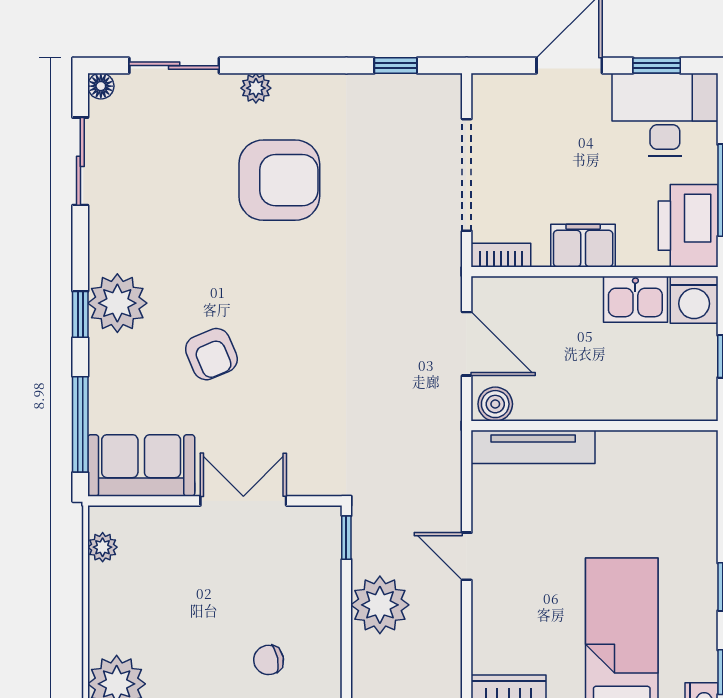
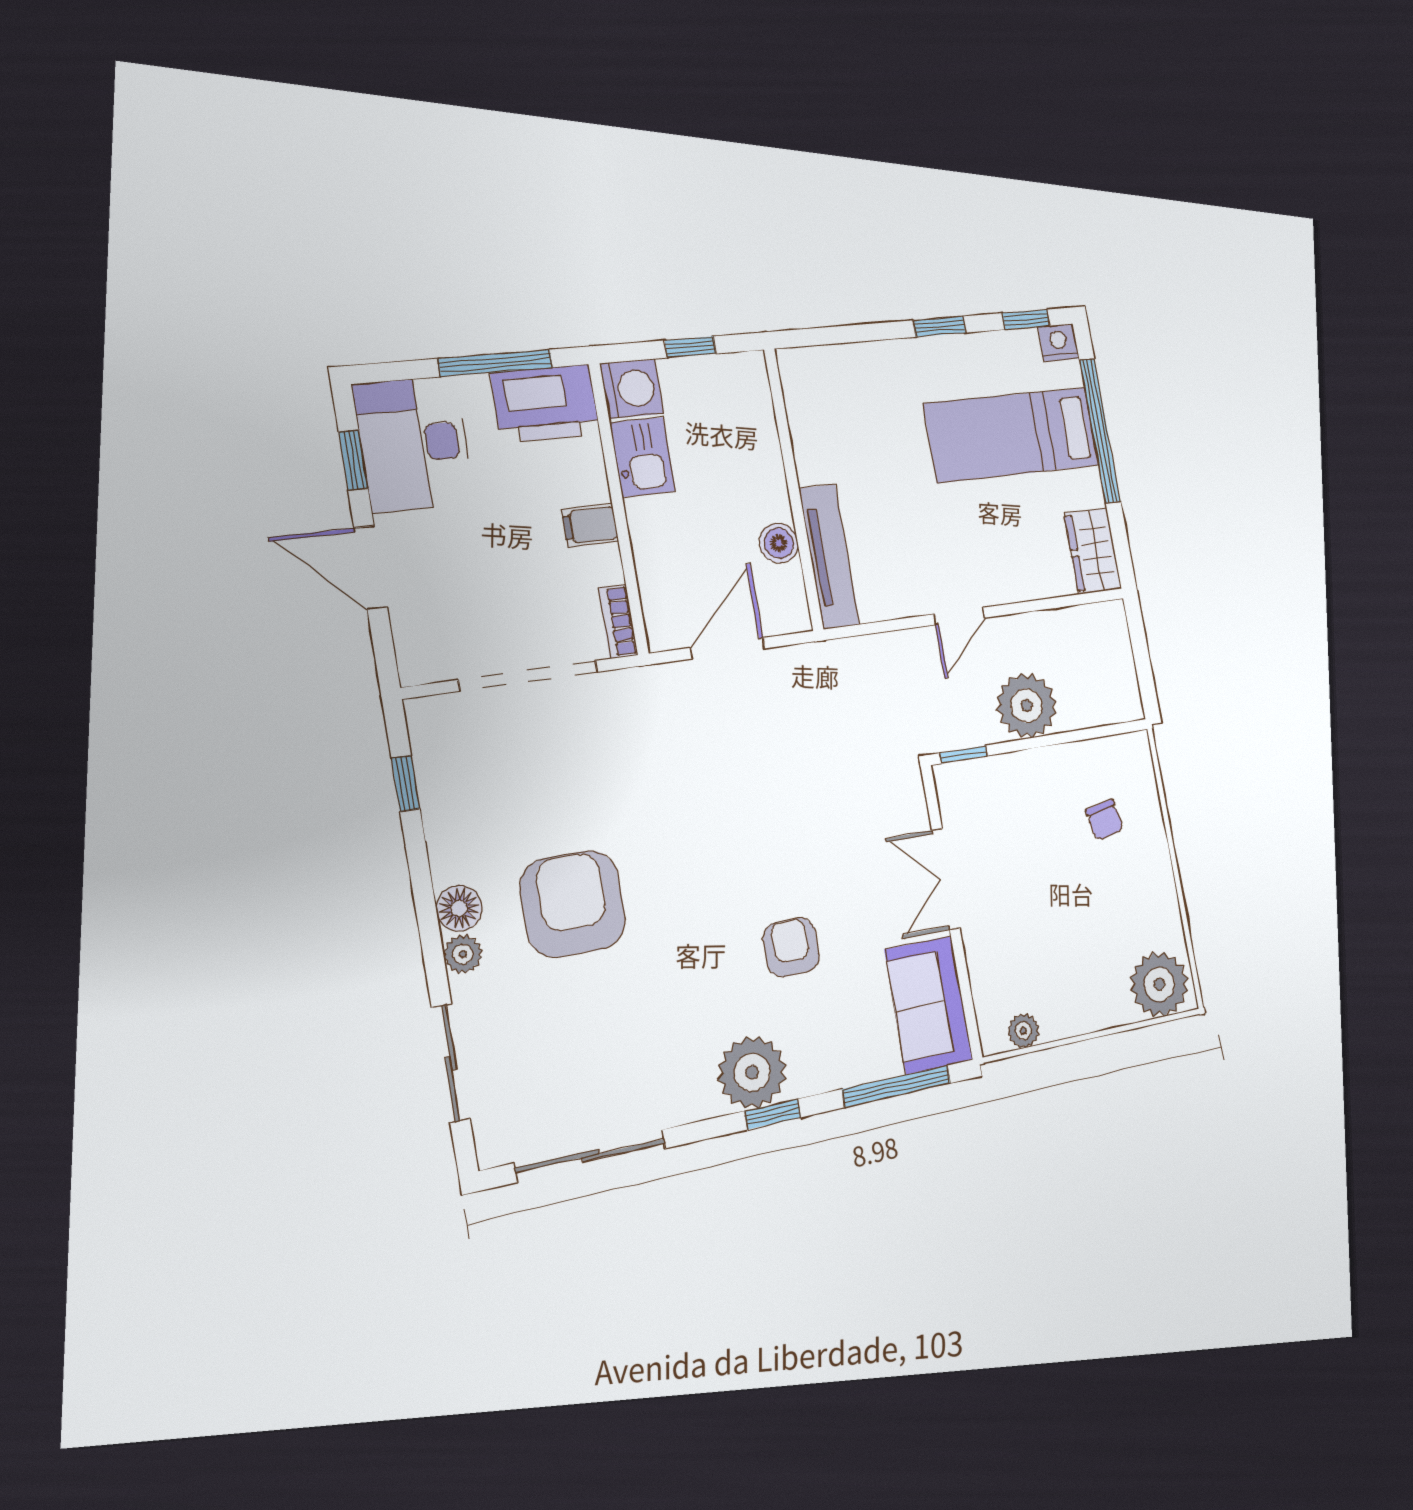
floor lamp: (101, 86) -> (459, 908), moved, width x1.37, depth x1.37
sliding door: (80, 161) -> (591, 1156), width x1.37
filing cabinet: (583, 246) -> (590, 525), width x0.50
armchair: (211, 354) -> (791, 947), turned -67
boiler: (495, 404) -> (779, 543), moved

